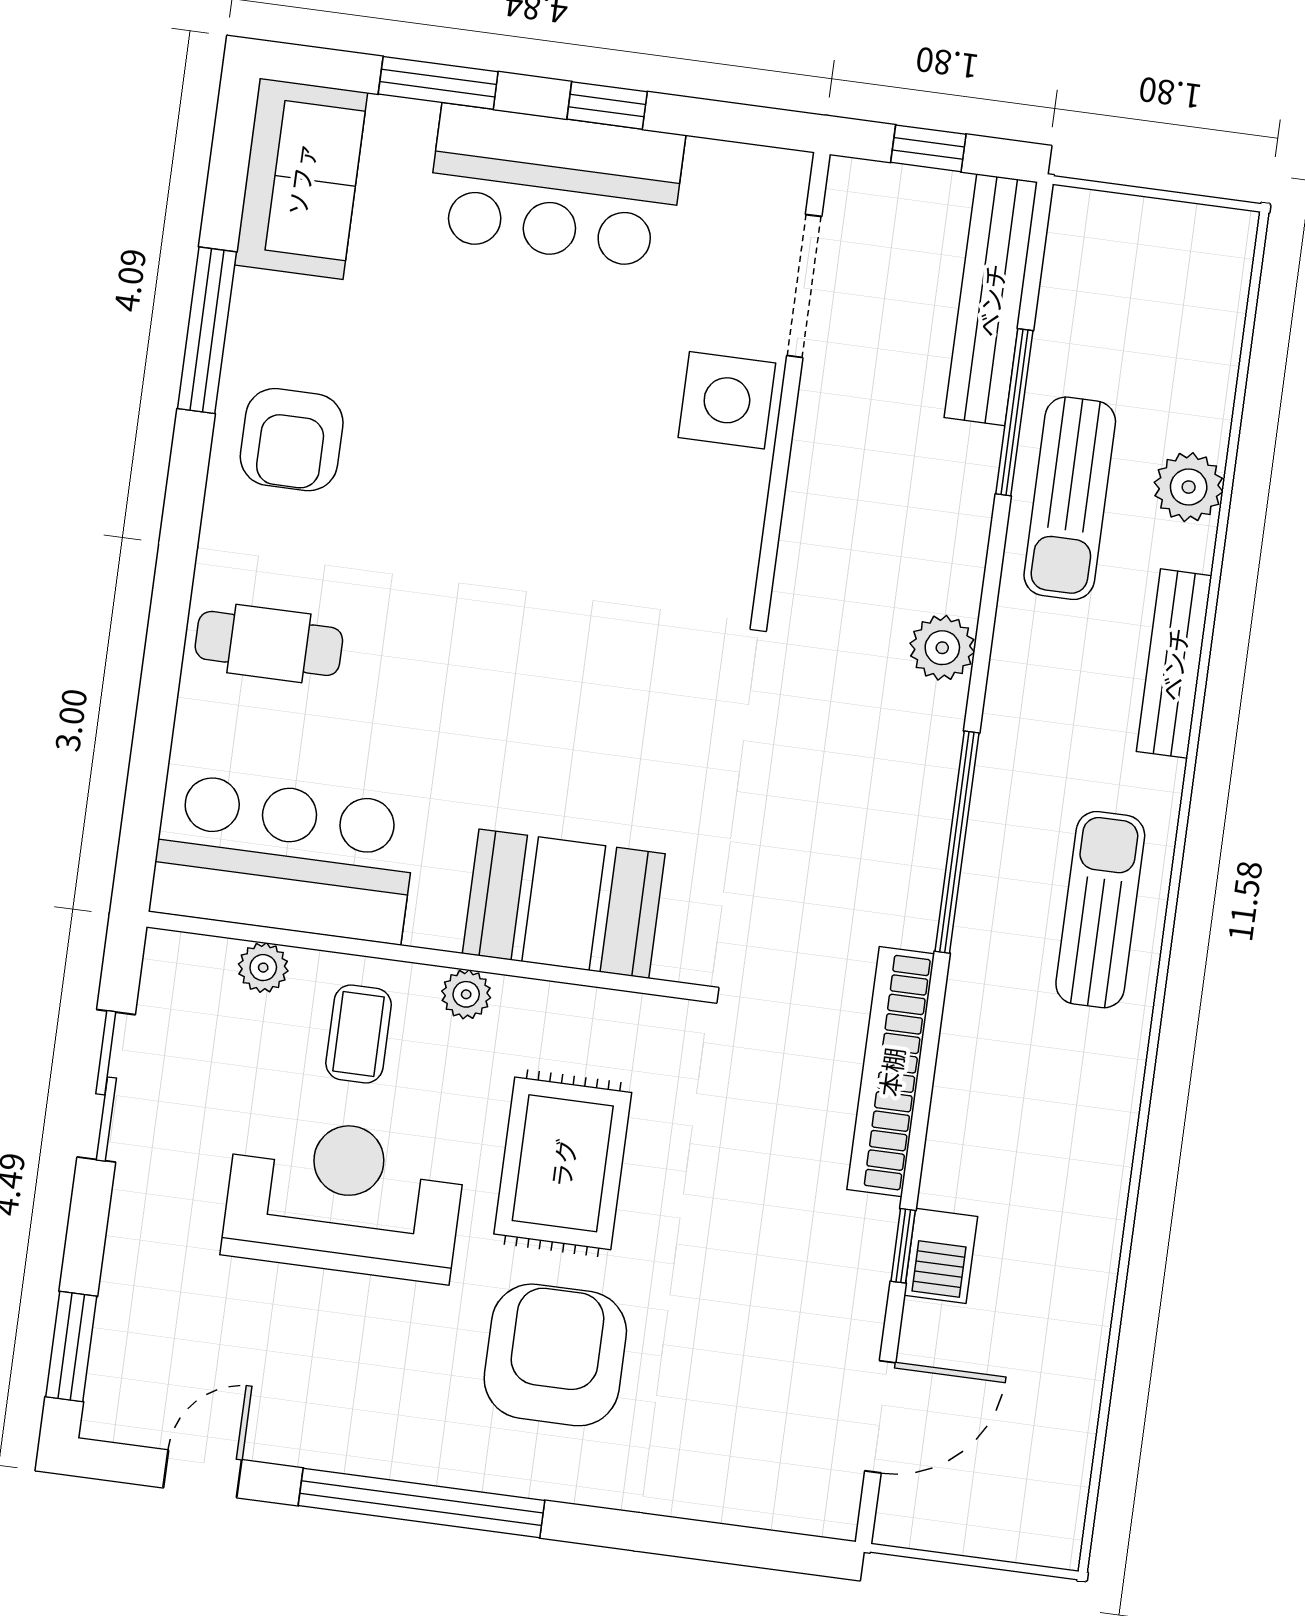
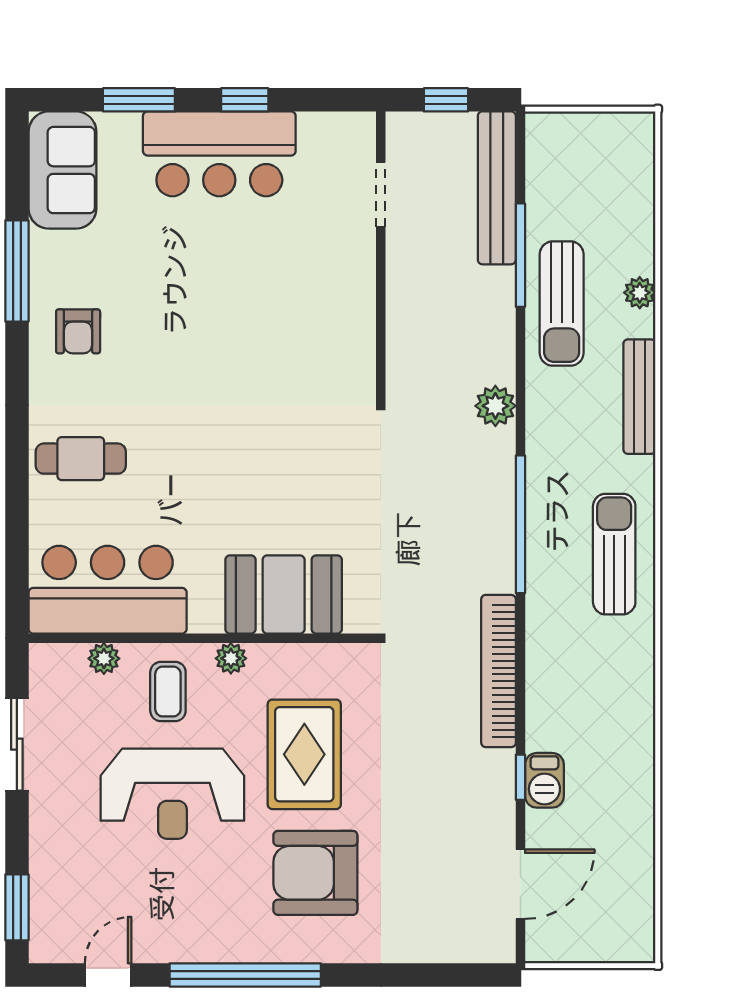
doorway: (804, 286) -> (381, 195), width x0.73
side table: (727, 400) -> (343, 271), removed
armchair: (292, 440) -> (78, 331), width x0.72, depth x0.72
plant: (1189, 487) -> (640, 293), width x0.73, depth x0.73
reception desk: (344, 1198) -> (172, 794), turned 180
armchair: (555, 1355) -> (315, 873), turned -90

